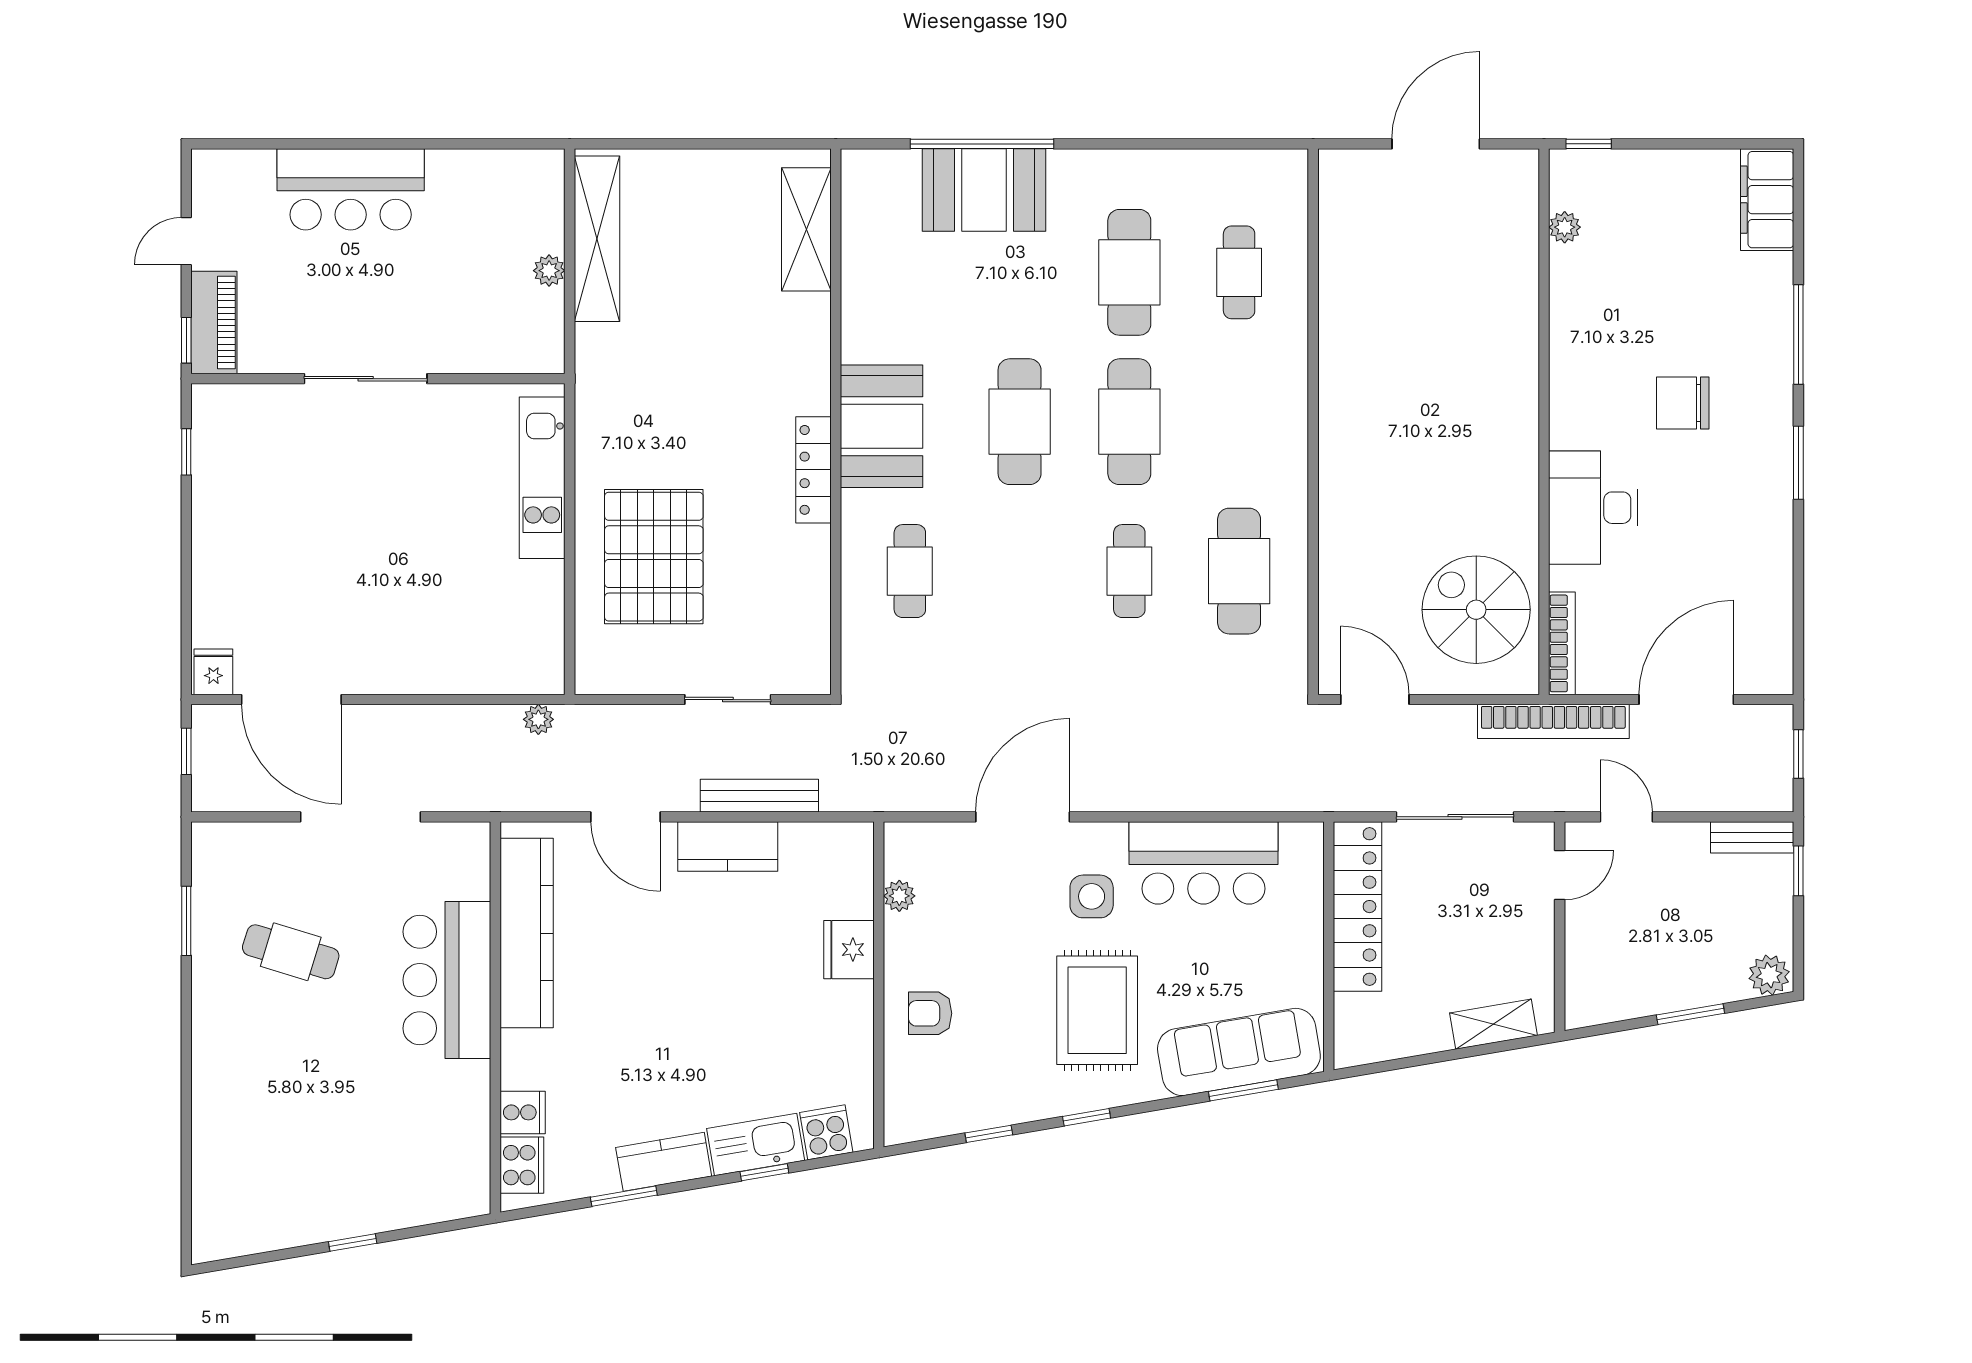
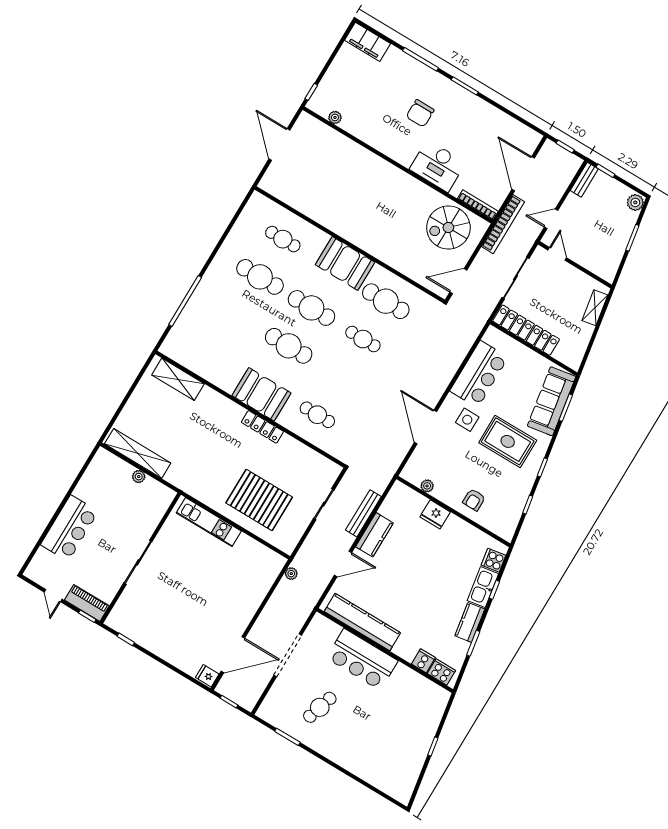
booth: (984, 190) -> (345, 263), moved, turned 90

